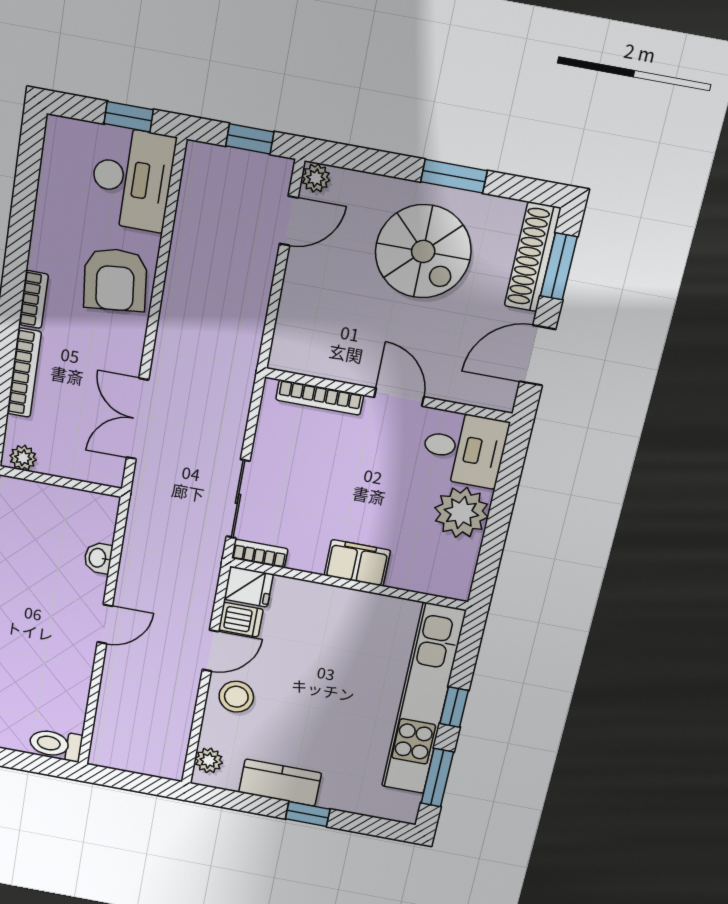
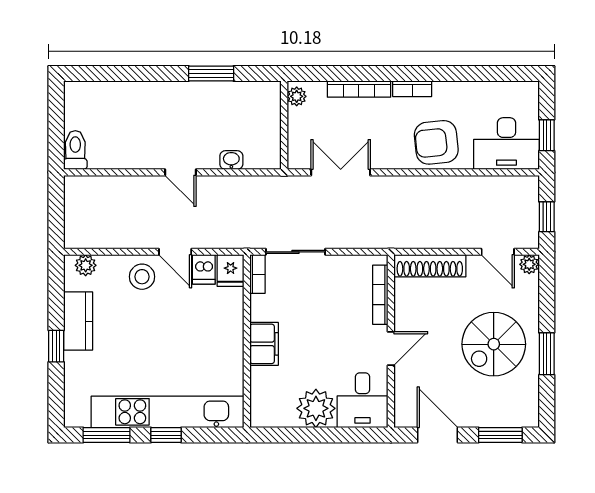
shoe rack: (532, 257) -> (430, 266), moved, turned 180

